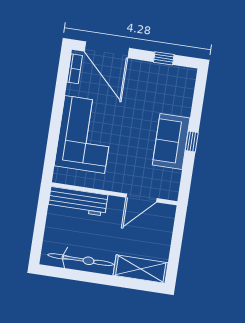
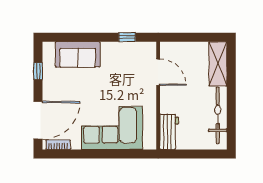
window: (192, 141) -> (127, 37), moved
sofa: (171, 142) -> (78, 54), moved
workbench: (78, 201) -> (169, 132), width x0.73

